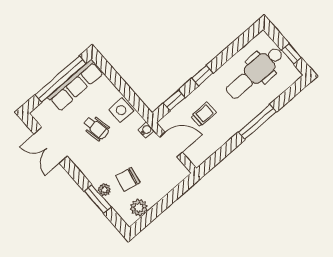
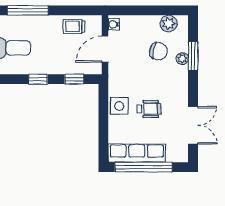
trolley: (204, 114) -> (74, 27), moved
wheelchair: (96, 128) -> (149, 109), turned 101
water cooler: (146, 130) -> (114, 24), moved
door: (171, 145) -> (105, 49), hinge flipped

